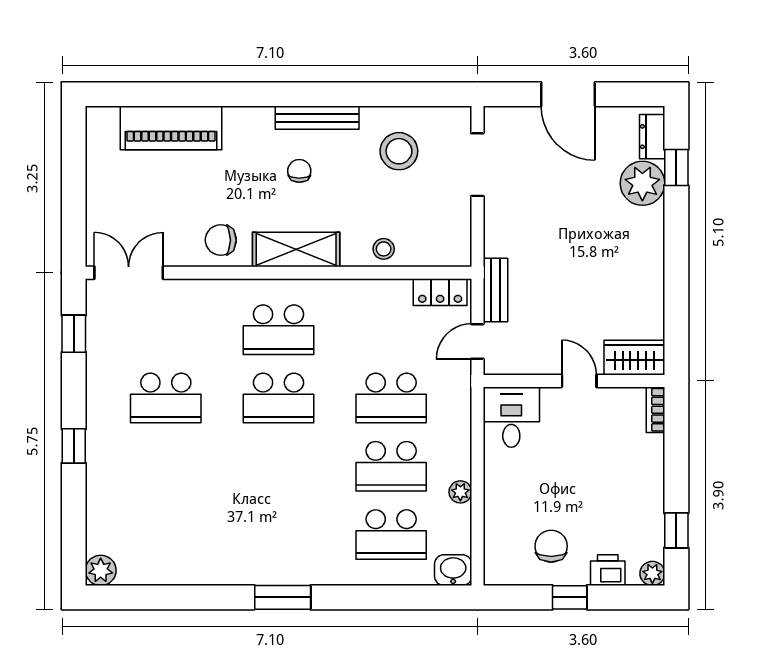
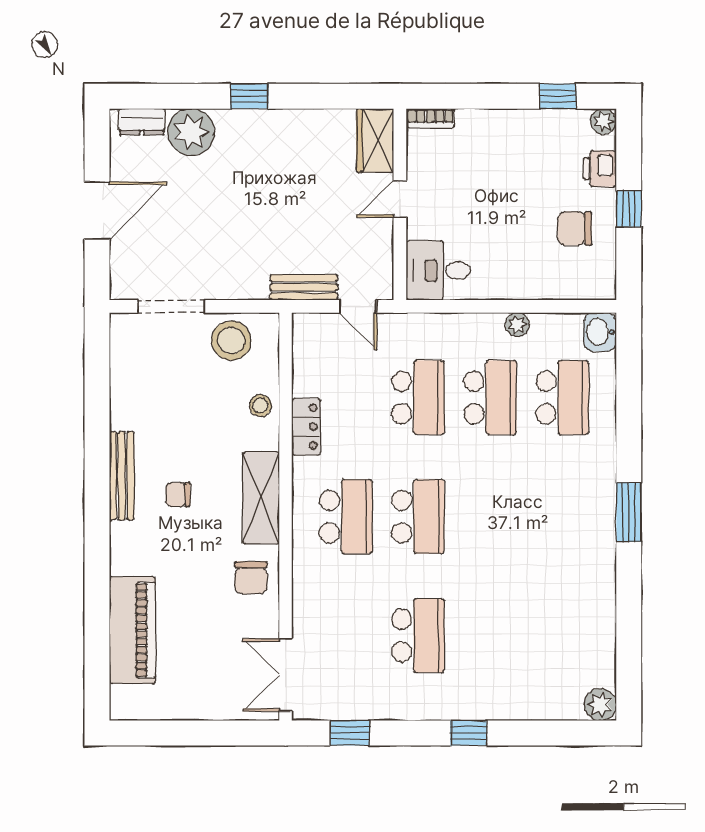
stool: (399, 151) -> (231, 341), moved
window: (676, 167) -> (249, 96), moved
locker: (440, 292) -> (306, 427), moved

